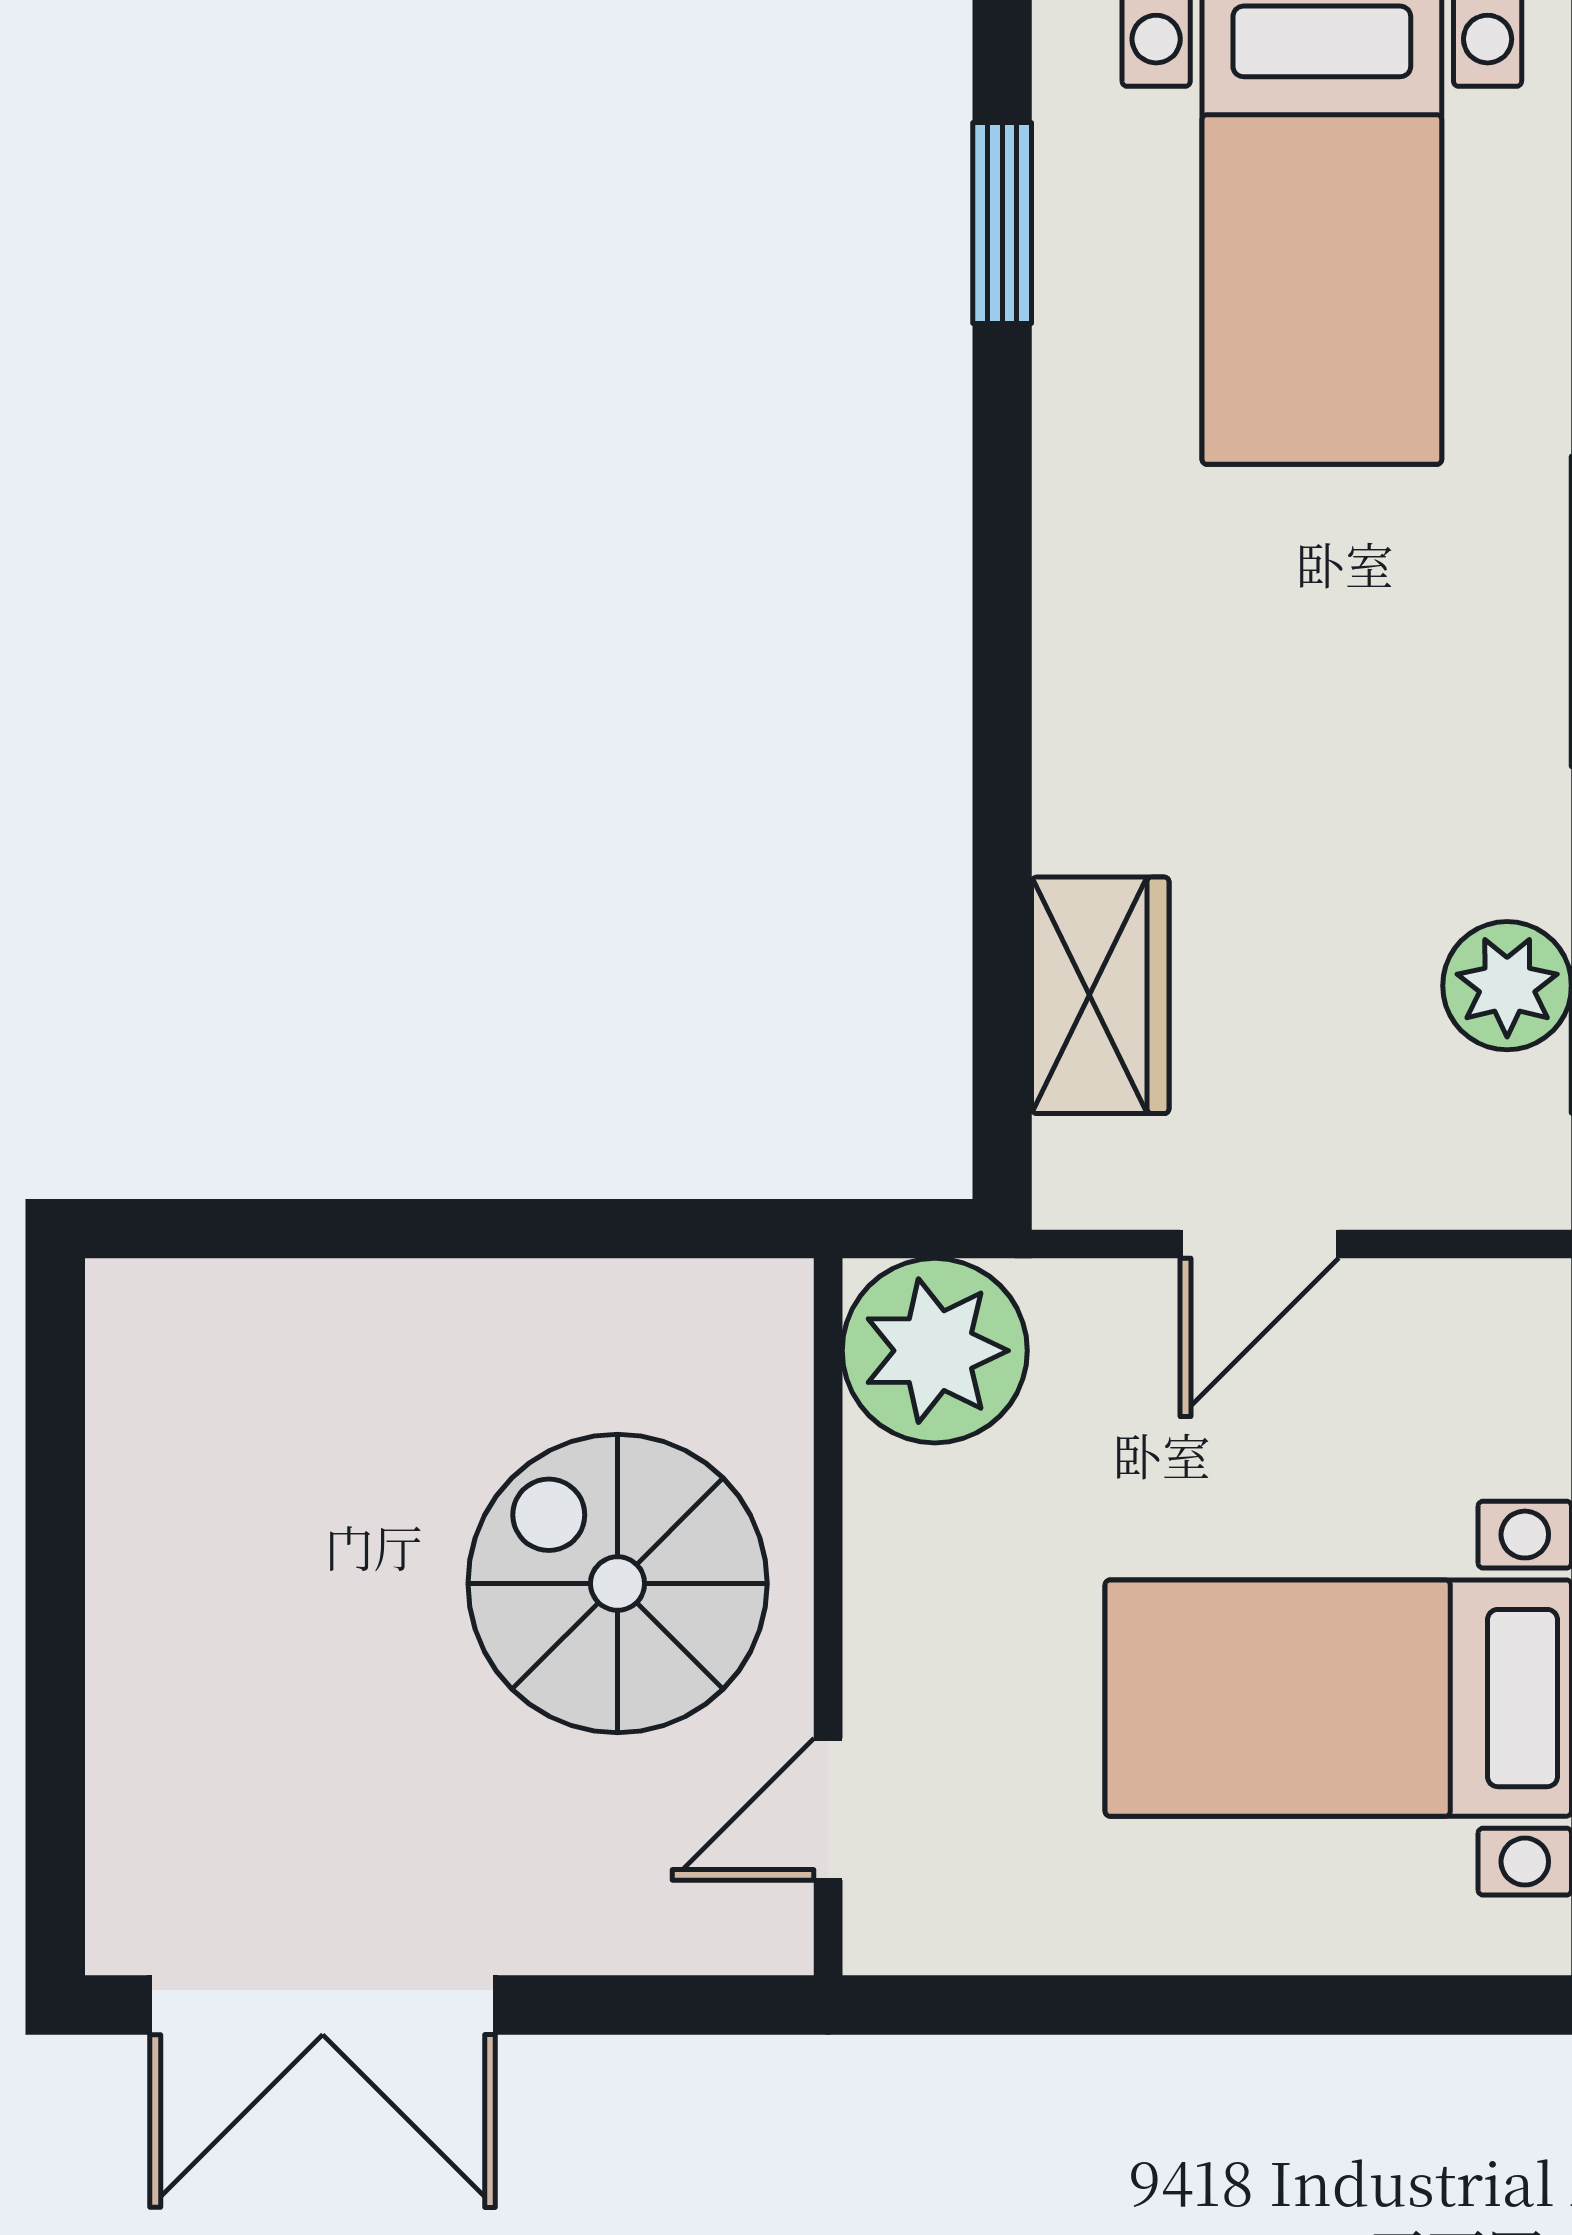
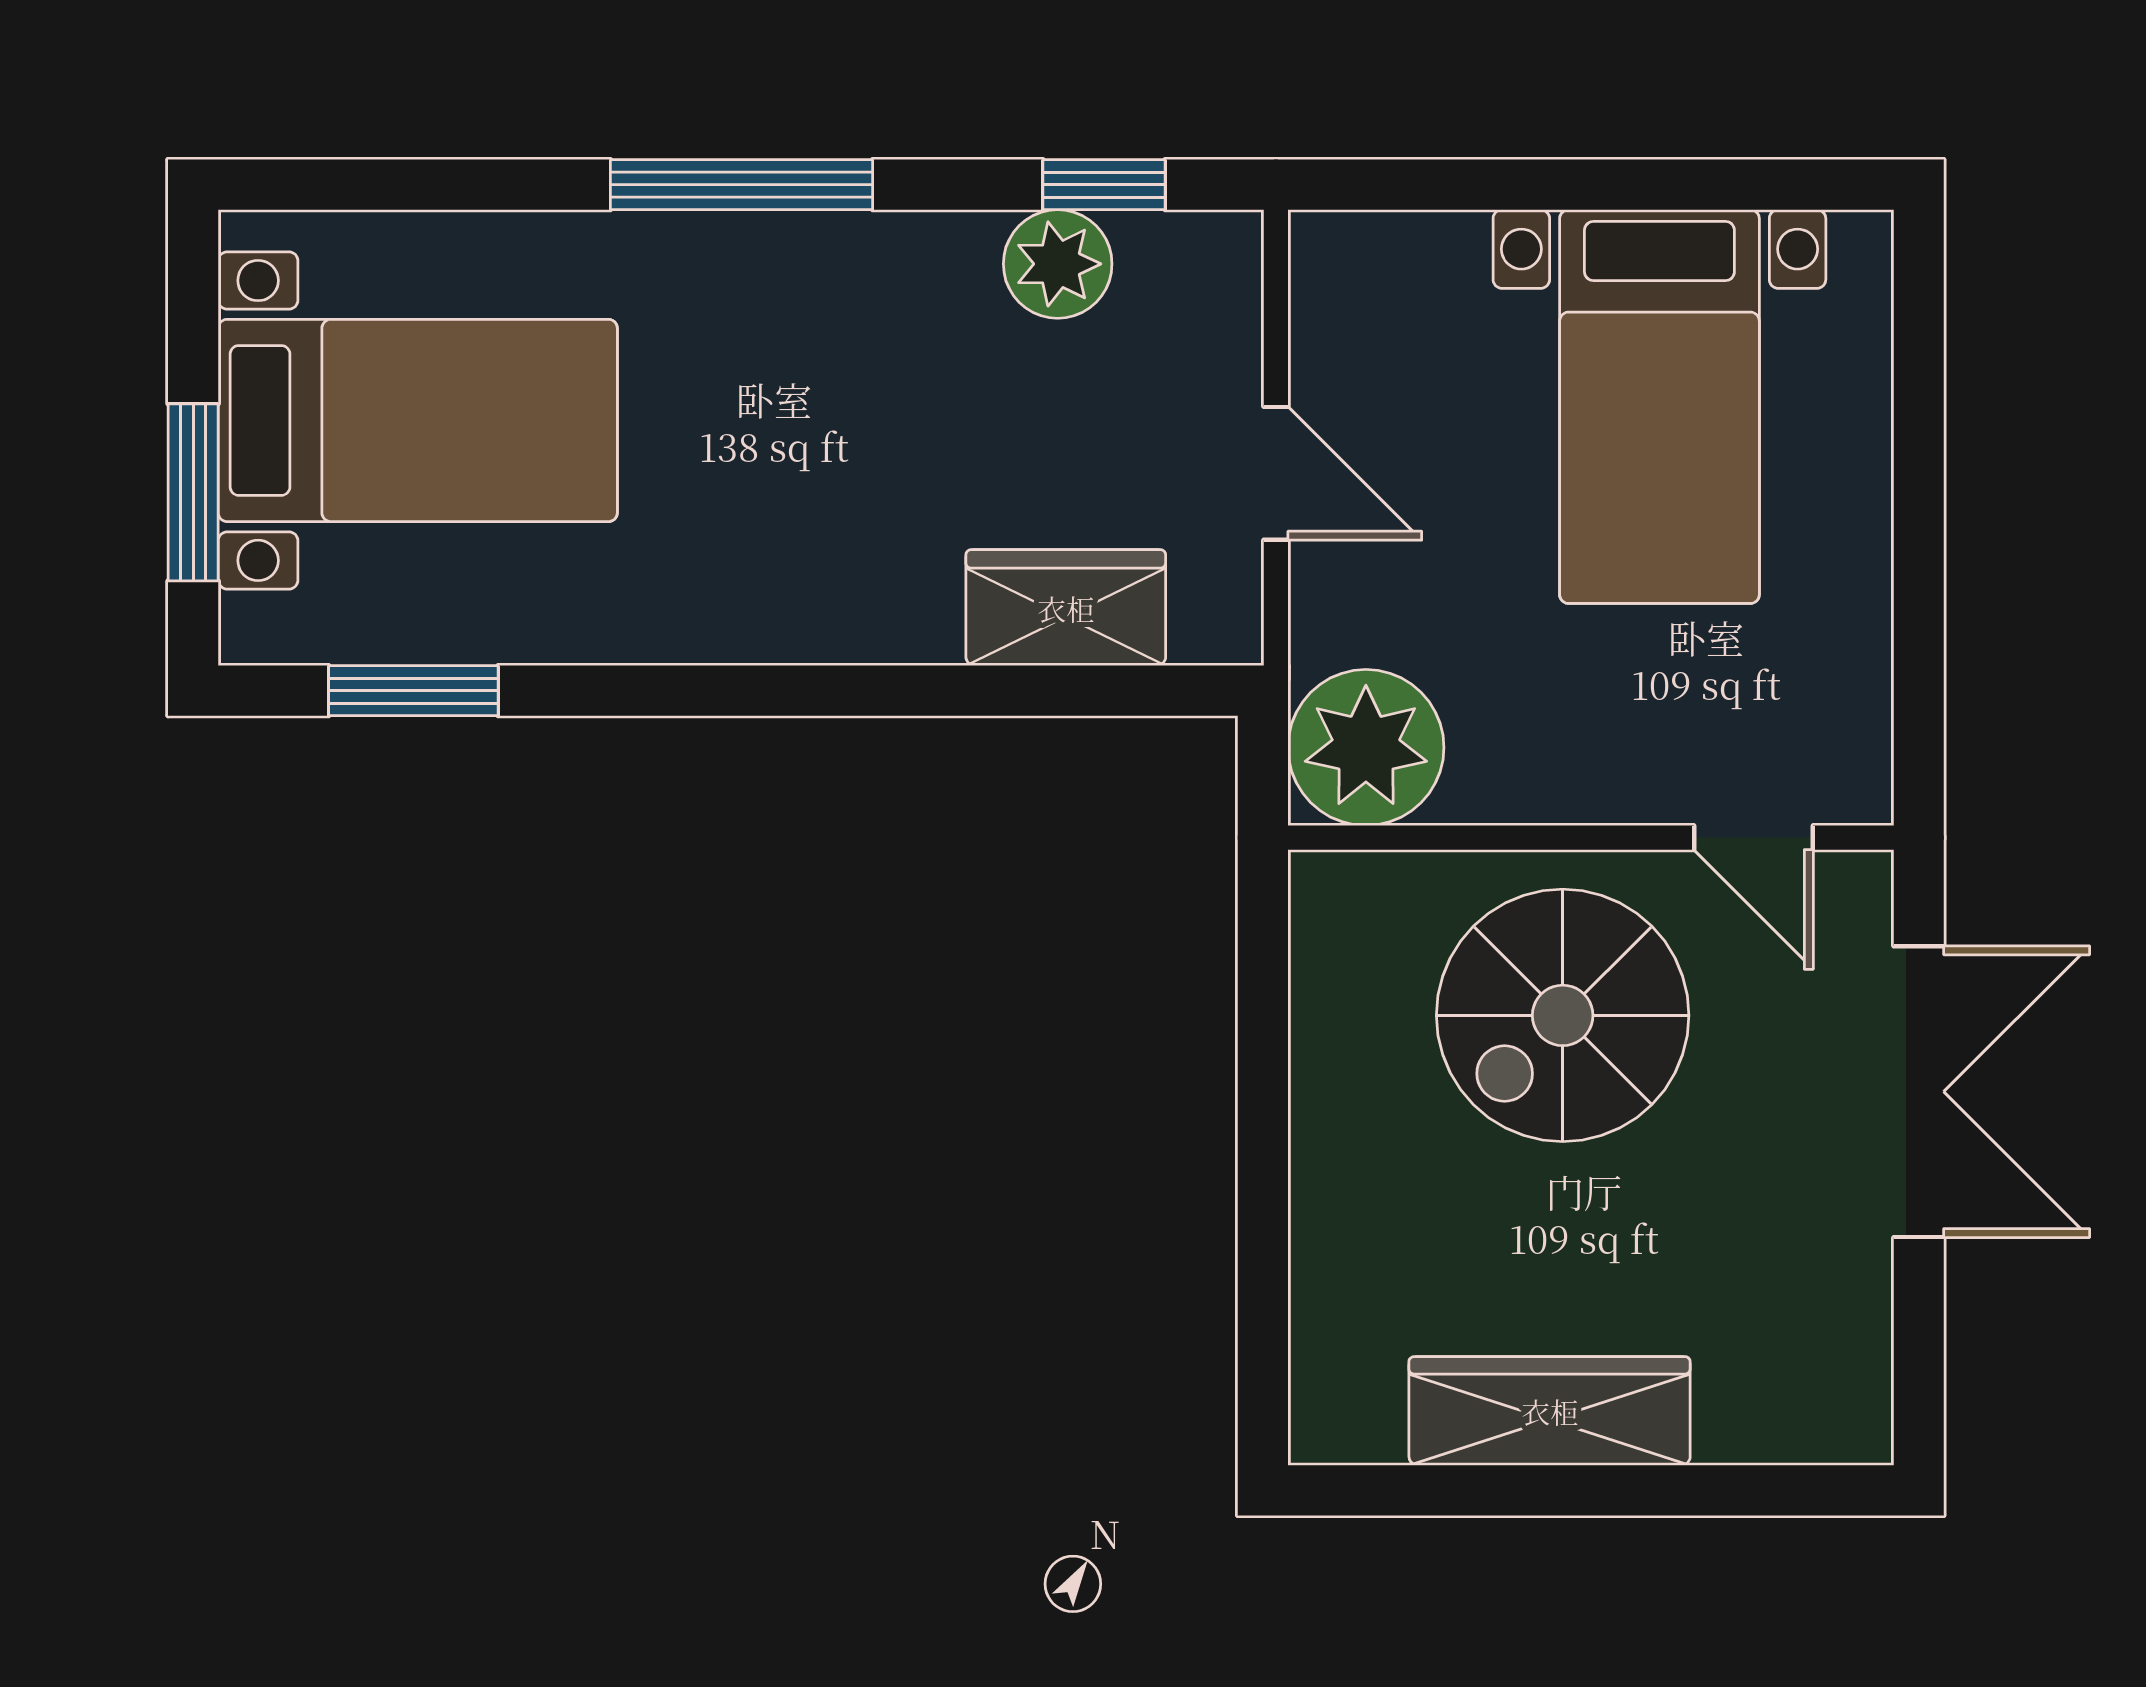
wardrobe: (149, 1568) -> (1550, 1411), added
double door: (323, 2005) -> (1919, 1092), moved

